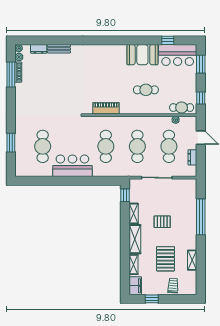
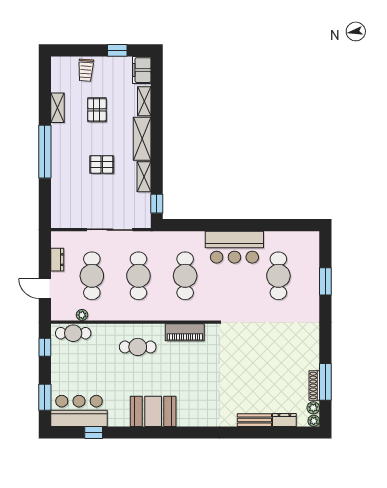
booth: (142, 55) -> (153, 411), moved
cafe table: (146, 90) -> (138, 347), moved
window: (201, 217) -> (45, 152), moved
pallet: (166, 259) -> (97, 110), width x0.67, depth x0.71

